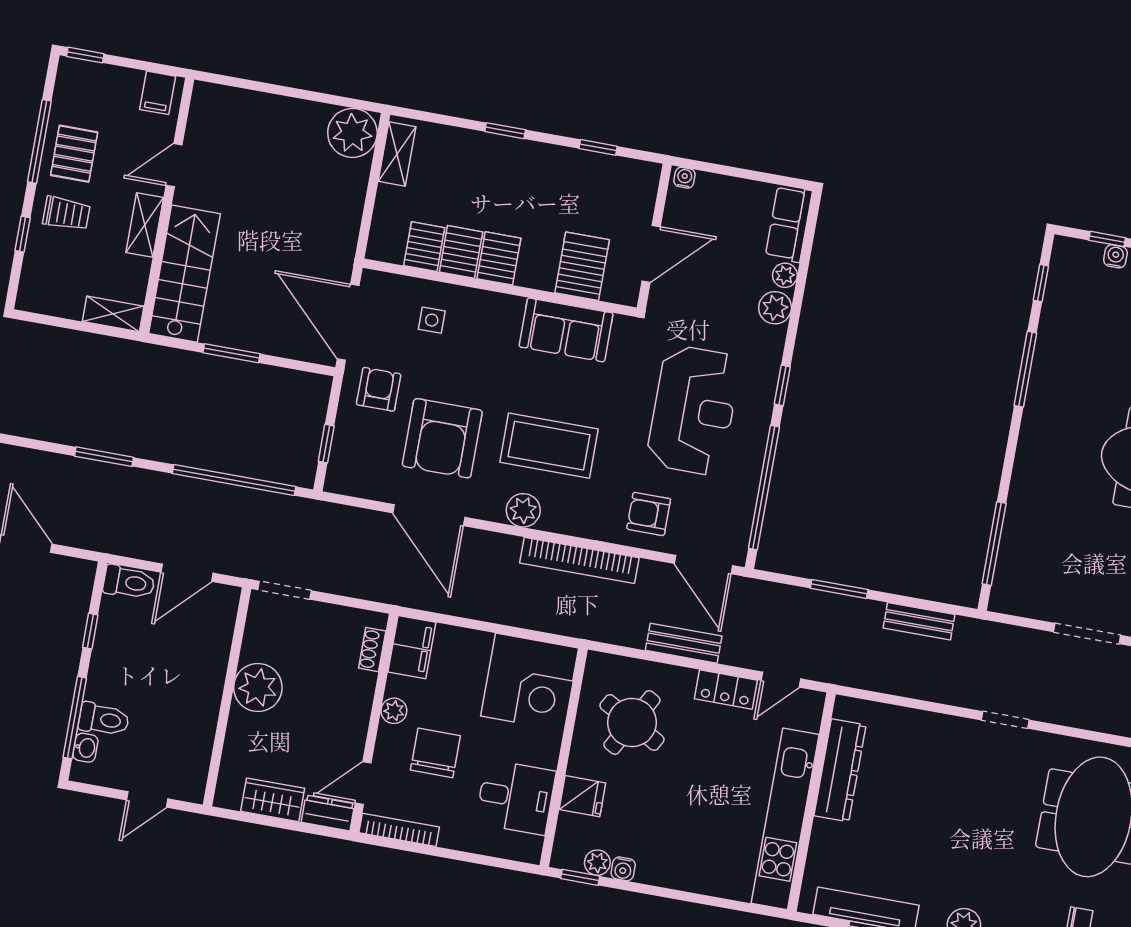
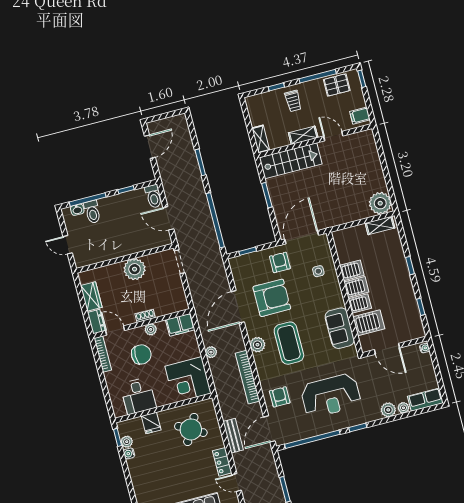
pallet: (74, 154) -> (337, 85), moved
server rack: (424, 247) -> (360, 304), moved
armchair: (379, 389) -> (280, 262), turned -90
armchair: (442, 438) -> (272, 298), turned 180
plant: (495, 611) -> (211, 352), added
shoe rack: (372, 650) -> (145, 316), moved

